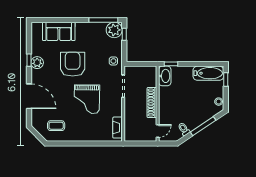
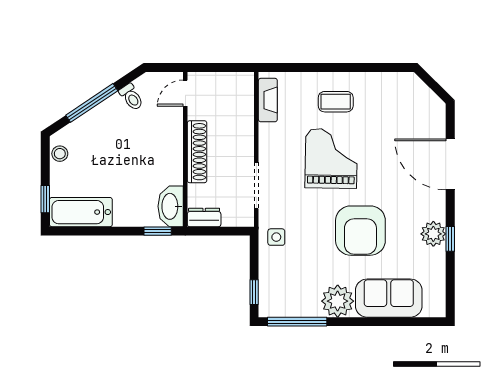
plant: (114, 30) -> (338, 301), moved
dresser: (148, 71) -> (204, 217), added
coffee table: (56, 126) -> (336, 102), moved

